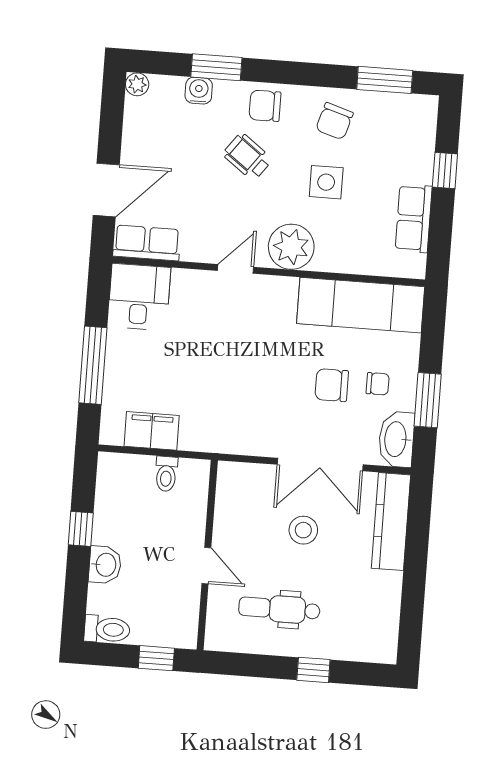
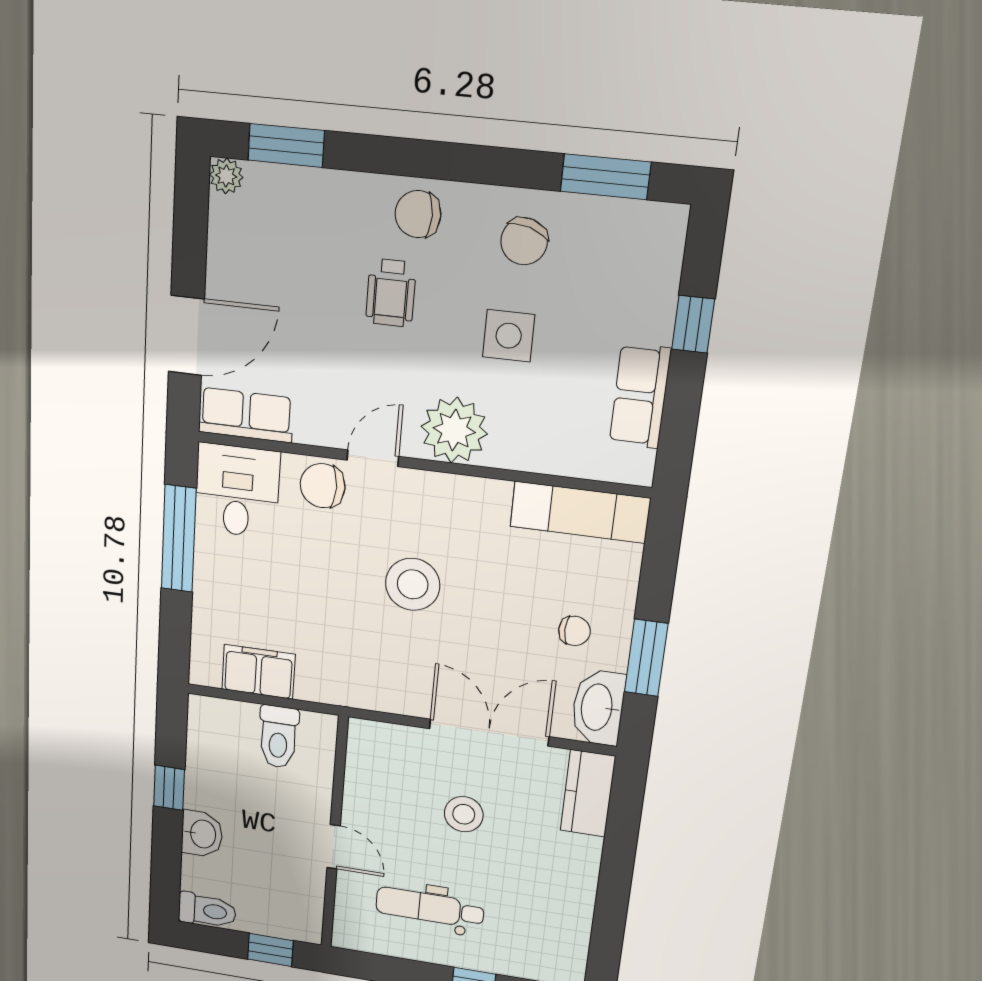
window: (216, 67) -> (286, 145), moved
water cooler: (199, 91) -> (318, 188), removed
wheelchair: (247, 157) -> (391, 293), turned -127
exam couch: (361, 305) -> (580, 512), width x0.73, depth x0.69
stool: (264, 357) -> (413, 584), added
window: (93, 365) -> (179, 539), moved
chair: (332, 385) -> (323, 486), moved
double door: (320, 465) -> (489, 733), swing flipped
toilet: (166, 474) -> (278, 737), width x1.37, depth x1.39
kitchen counter: (391, 522) -> (588, 793), width x0.67

